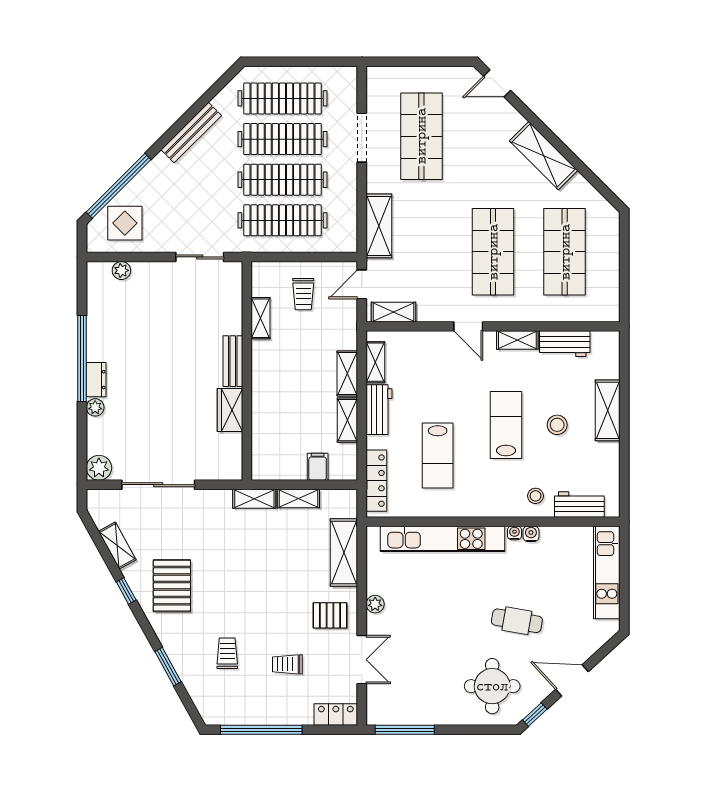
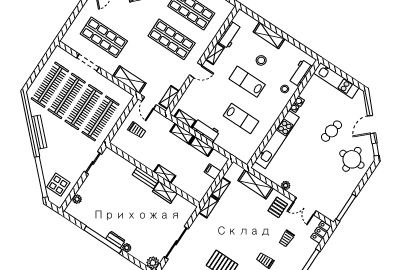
shelving: (261, 318) -> (165, 174), moved
locker: (376, 481) -> (235, 151), removed
double door: (362, 660) -> (305, 206), swing flipped

